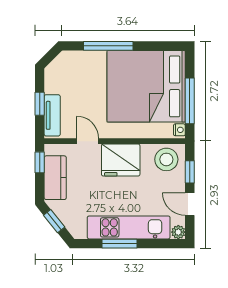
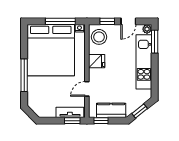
window: (40, 104) -> (72, 121), moved
fridge: (121, 160) -> (97, 61), width x0.53, depth x0.75
window: (120, 244) -> (155, 42), moved

